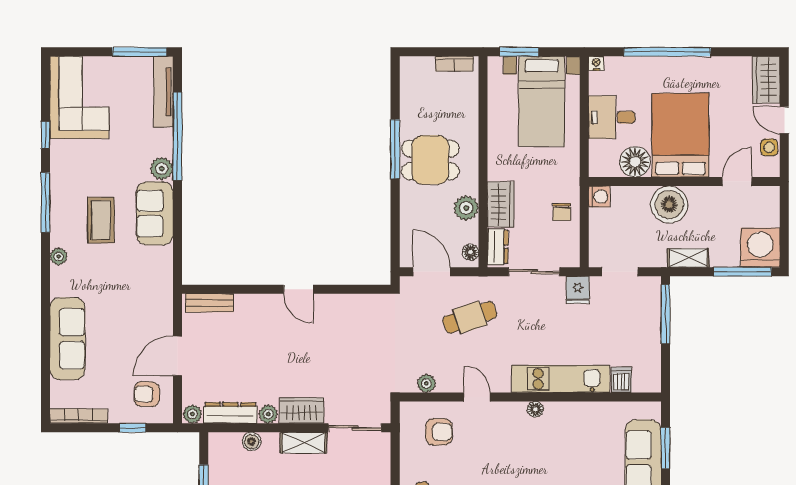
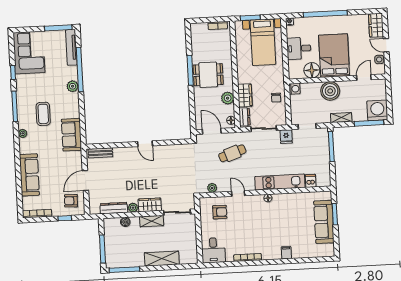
sofa: (155, 213) -> (72, 135), moved
plant: (192, 414) -> (95, 210), removed

